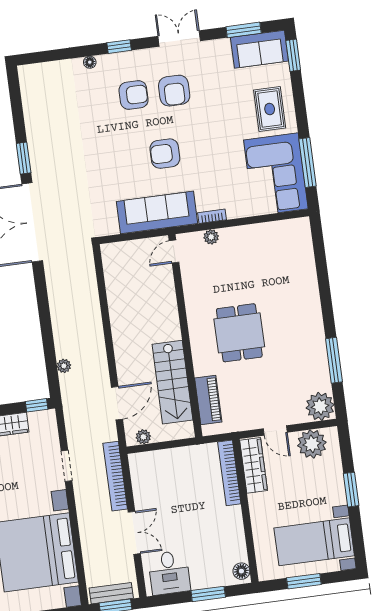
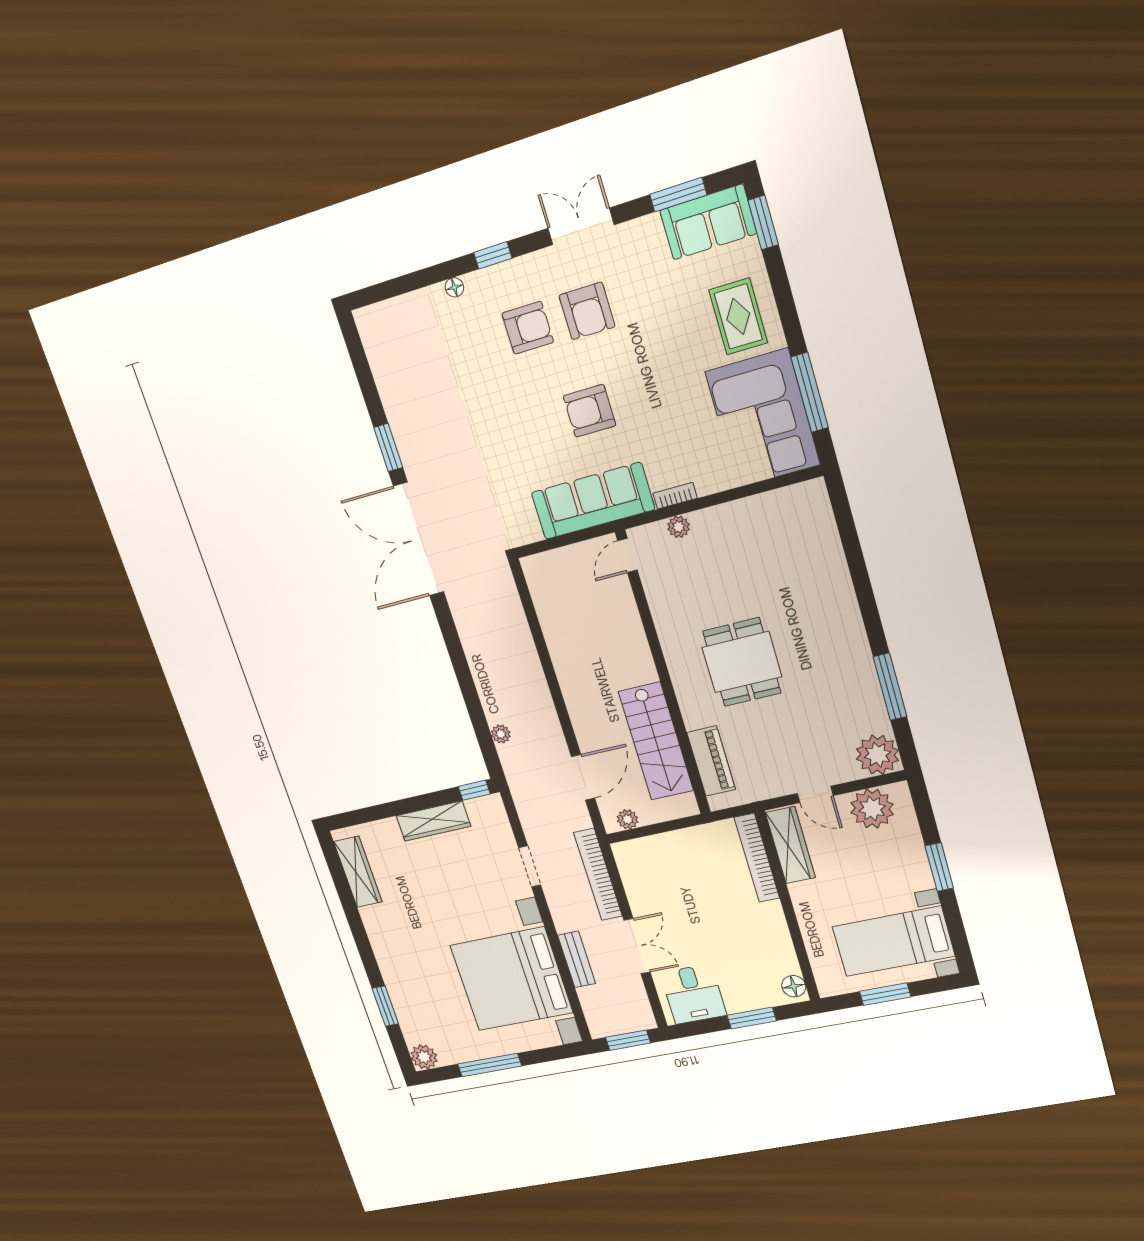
bench: (111, 593) -> (577, 959), moved, turned 90

